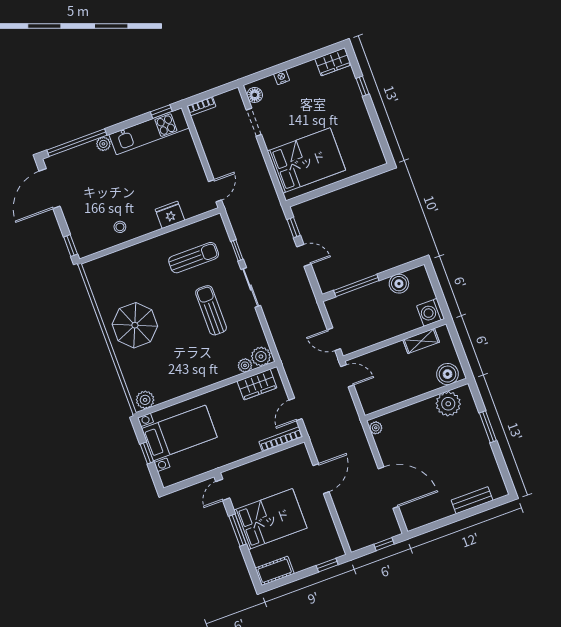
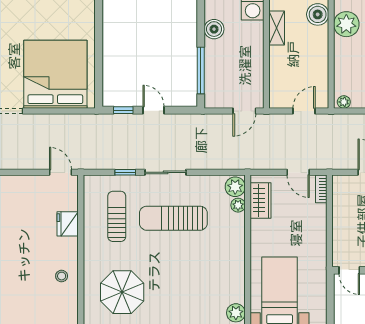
bed: (306, 161) -> (55, 74), width x1.36
door: (304, 255) -> (154, 110), hinge flipped
sun lounger: (211, 310) -> (173, 218), width x1.36, depth x1.34
parasol: (135, 325) -> (122, 292), moved
door: (347, 376) -> (304, 111), moved
bookcase: (281, 439) -> (321, 189), width x0.64

